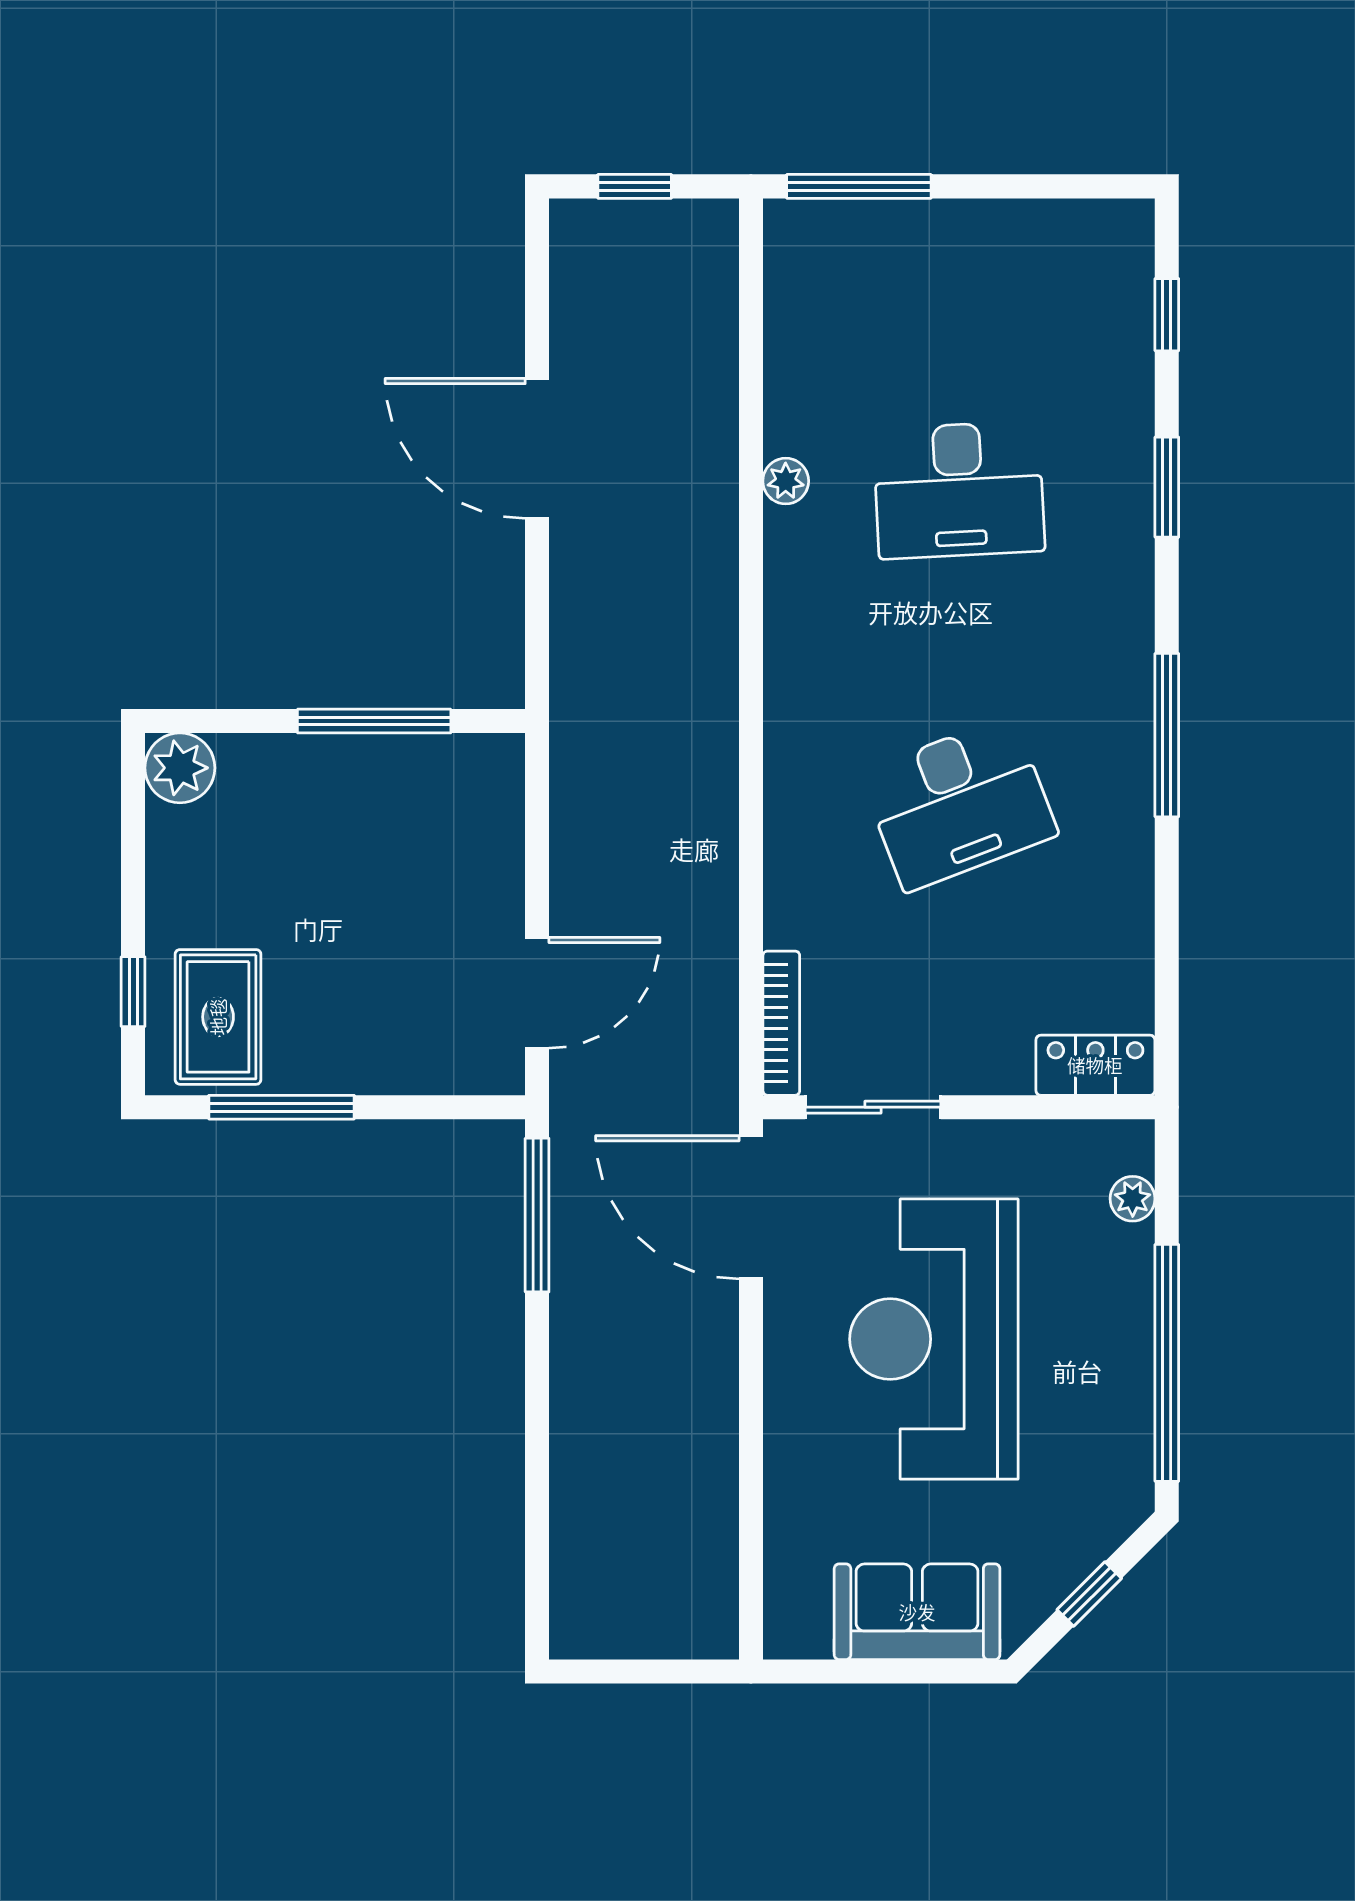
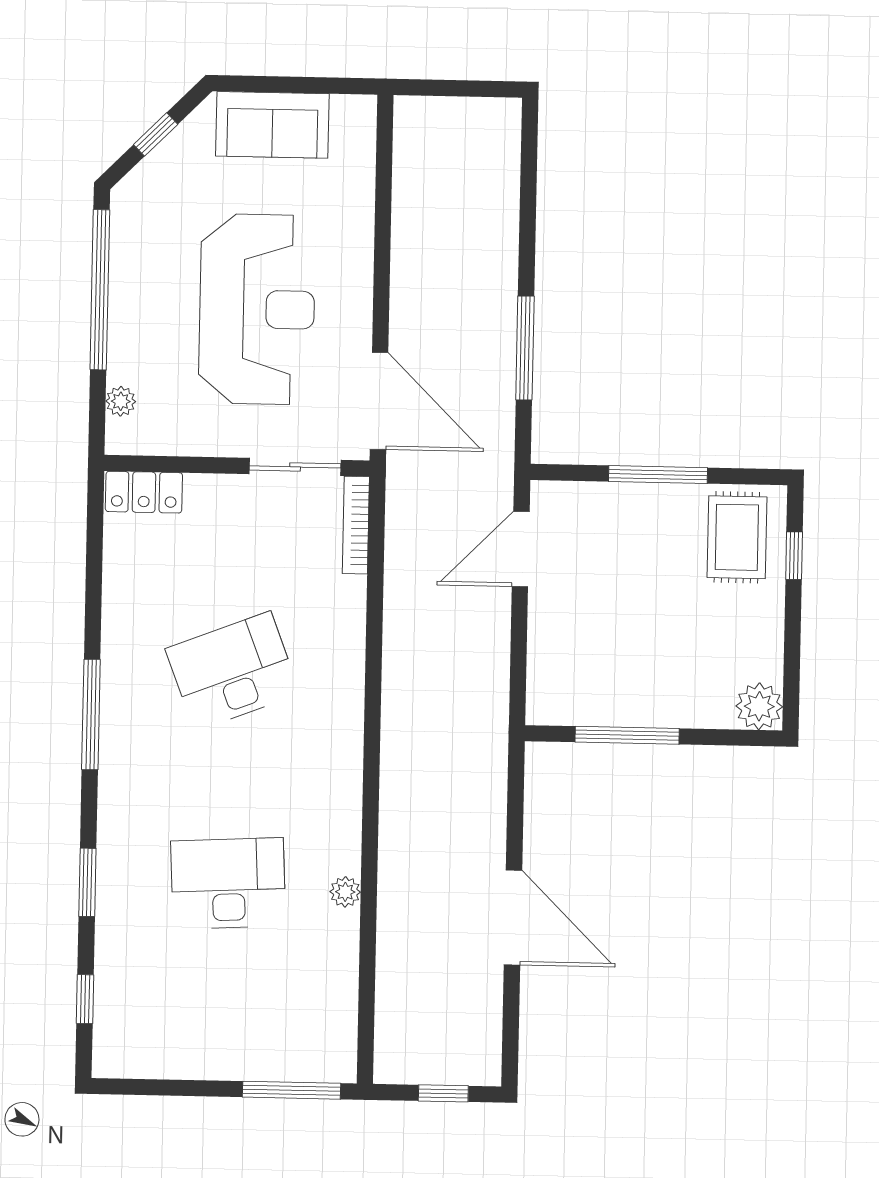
window: (281, 1107) -> (658, 475), moved
window: (537, 1215) -> (525, 348), moved

